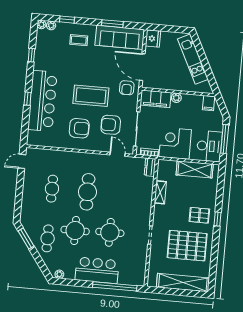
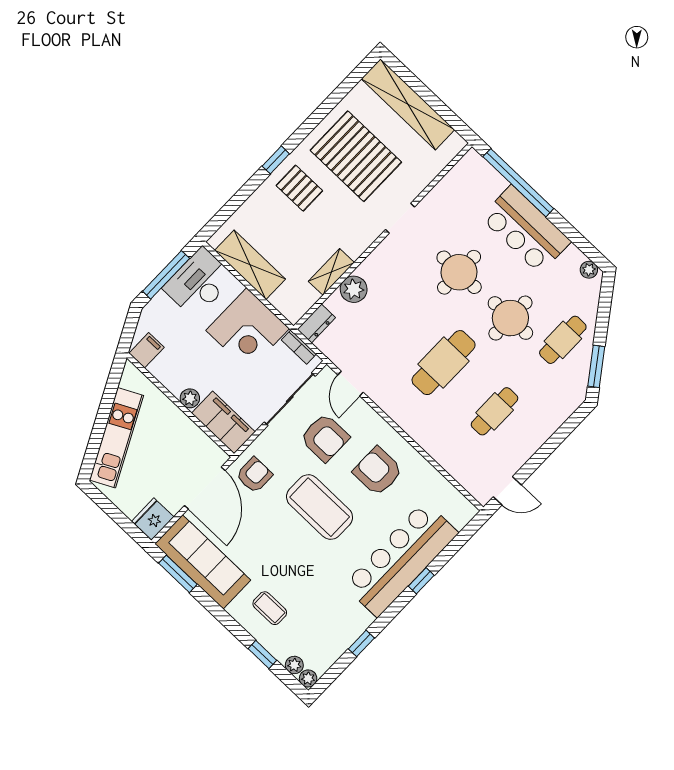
window: (112, 24) -> (178, 574), moved
plant: (146, 192) -> (354, 289), added

